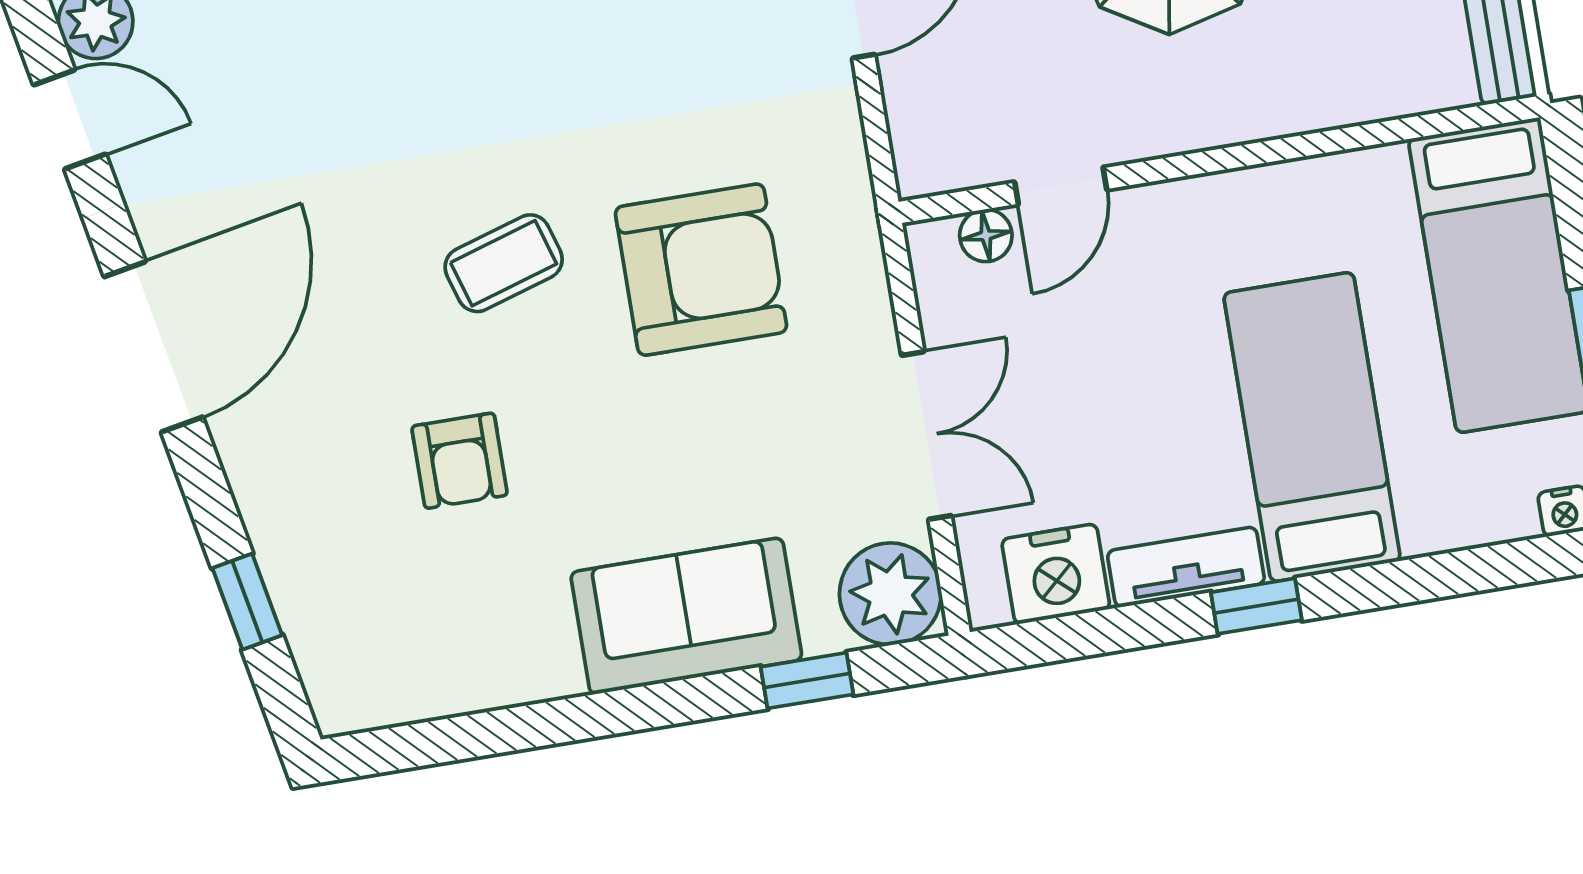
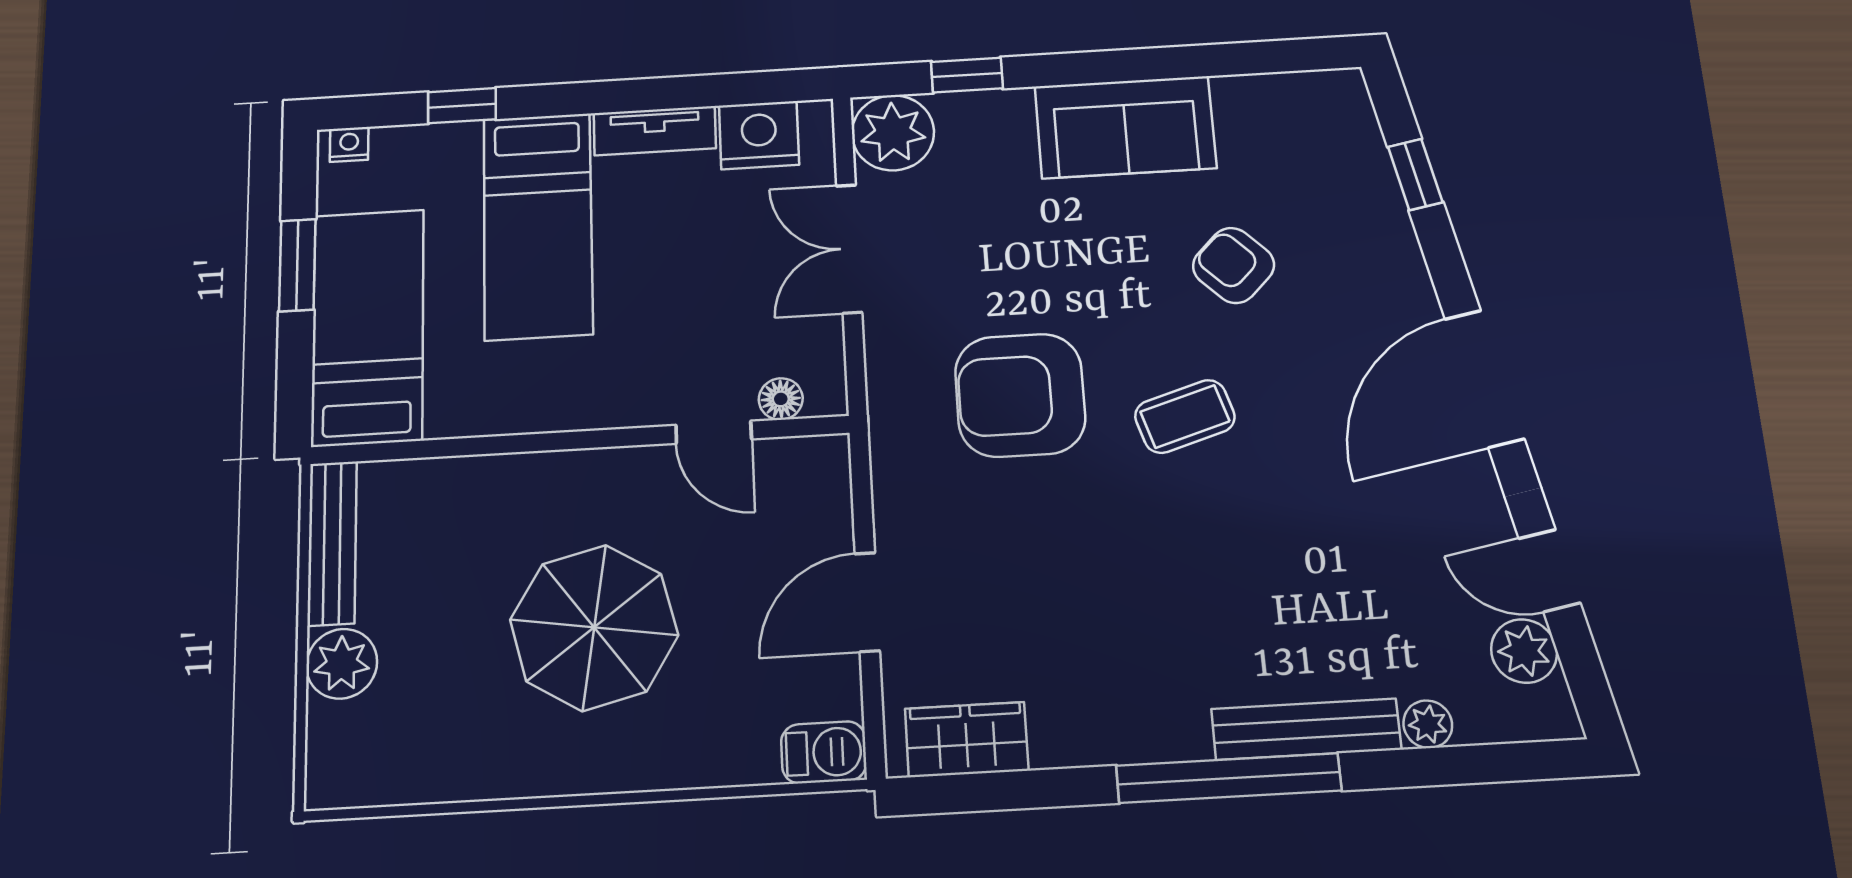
door: (1061, 186) -> (714, 432), swing flipped
armchair: (460, 461) -> (1234, 265), turned -45
window: (1256, 606) -> (462, 106), moved
sofa: (686, 616) -> (1125, 127), moved

